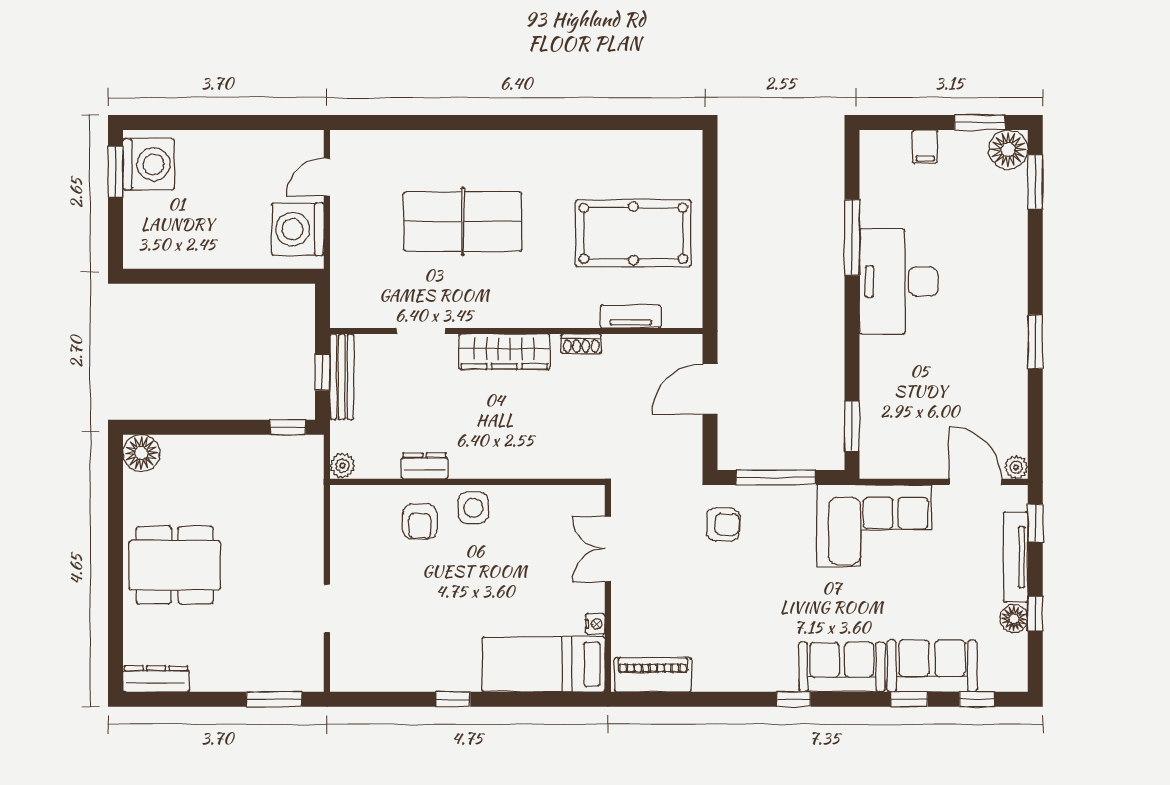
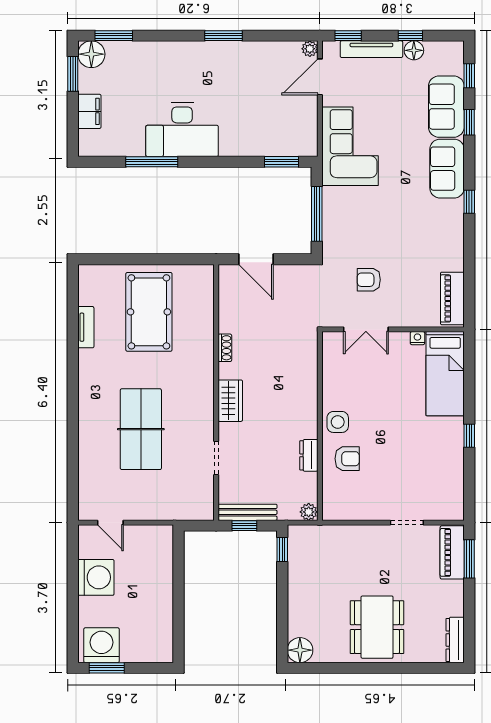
filing cabinet: (925, 147) -> (89, 111), width x2.00
washing machine: (298, 229) -> (96, 577), moved, turned -90
tv unit: (631, 316) -> (86, 327), moved, turned 180
wardrobe: (504, 352) -> (230, 401), width x0.67
armchair: (723, 524) -> (369, 280), moved, turned -90
piano: (283, 674) -> (452, 552), added

